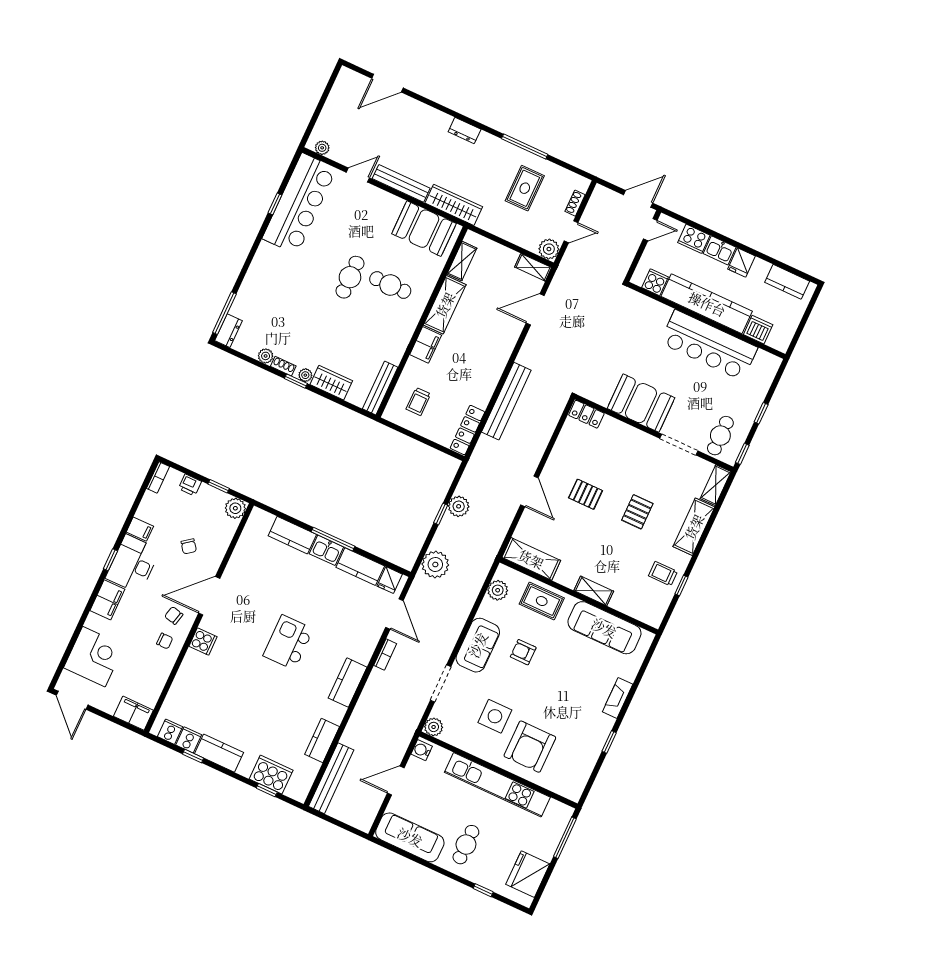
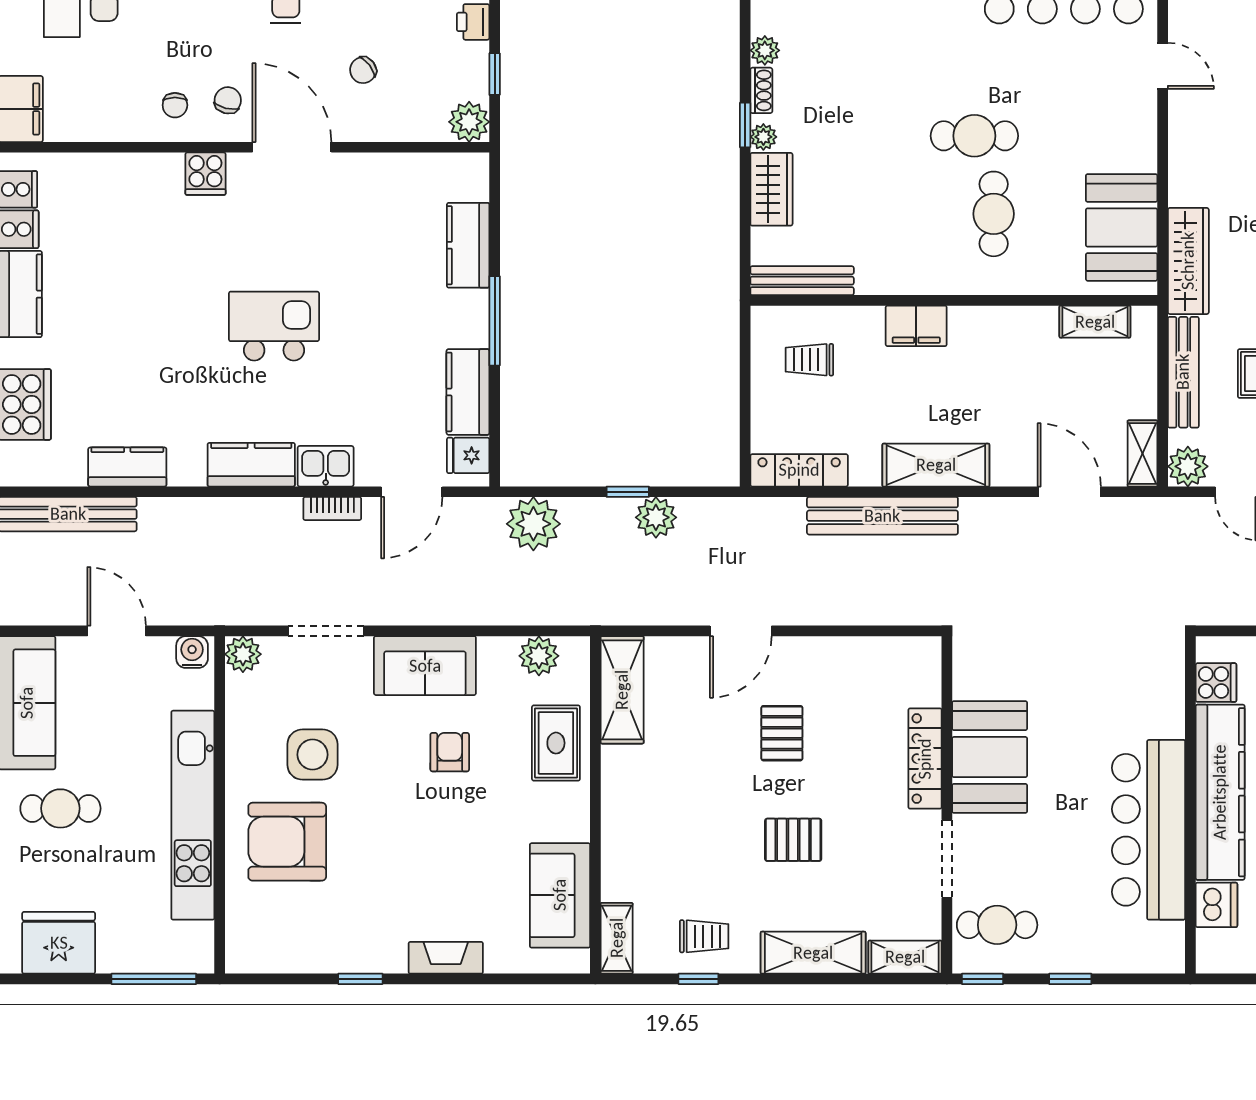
bench: (401, 183) -> (1183, 372), moved
shelving: (445, 305) -> (936, 465), moved
locker: (586, 414) -> (925, 759), moved, width x1.53
kitchen sink: (326, 550) -> (326, 466), moved, turned 90
trolley: (663, 574) -> (704, 936), turned 90
shelving: (594, 591) -> (617, 938), moved
sofa: (604, 628) -> (560, 895), width x0.73

